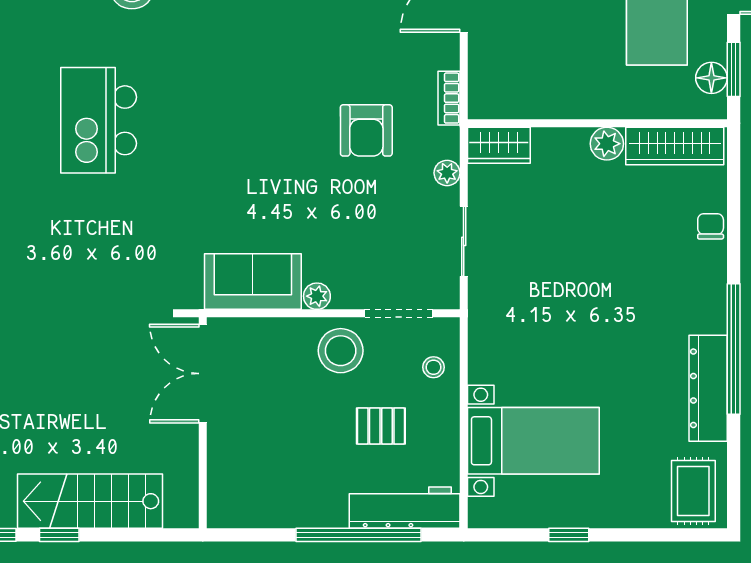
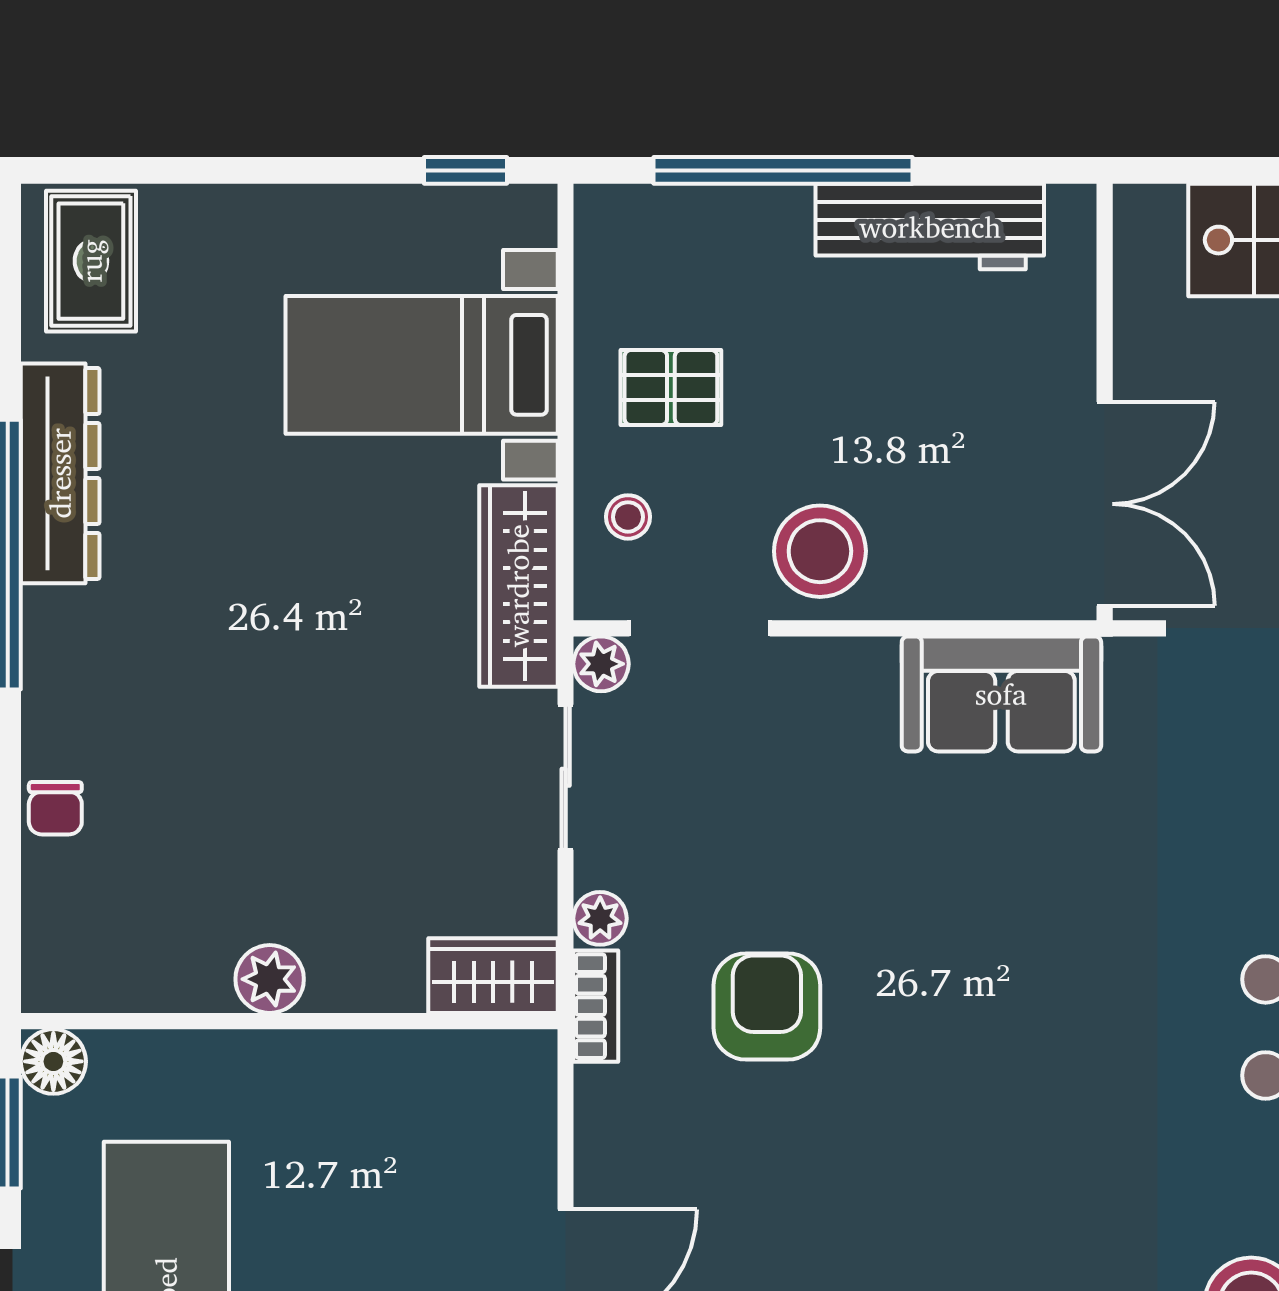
floor lamp: (711, 78) -> (53, 1061), moved
bookcase: (449, 98) -> (596, 1006), moved
wardrobe: (675, 146) -> (518, 586), moved, turned -90
plant: (317, 296) -> (601, 664), moved
pallet: (381, 426) -> (671, 388), moved
workbench: (405, 508) -> (930, 227), moved
window: (569, 535) -> (465, 170), moved

